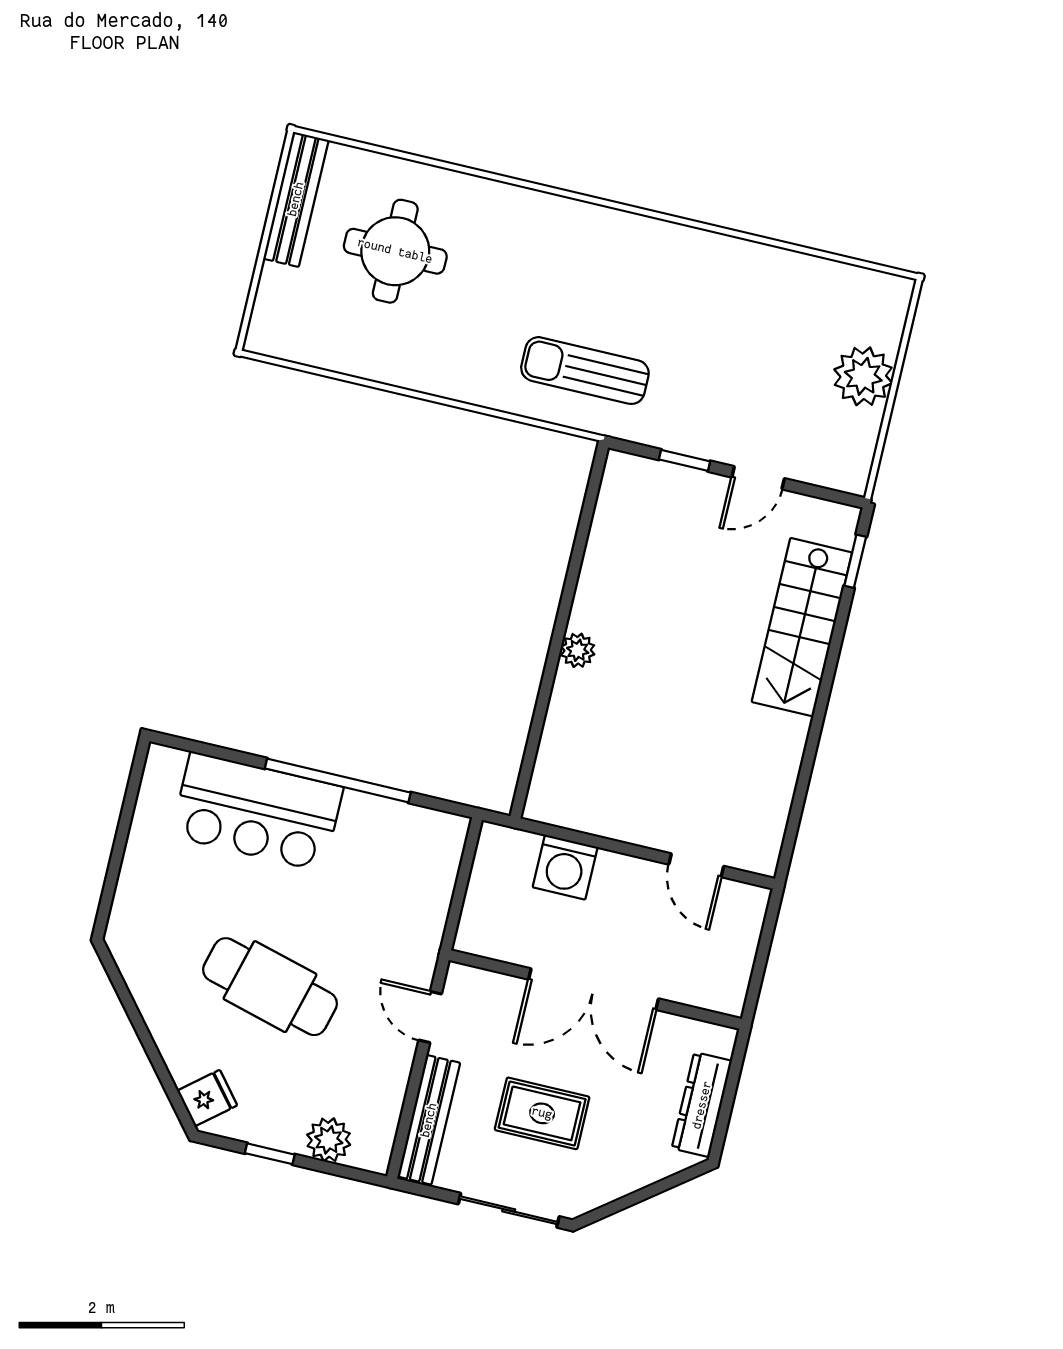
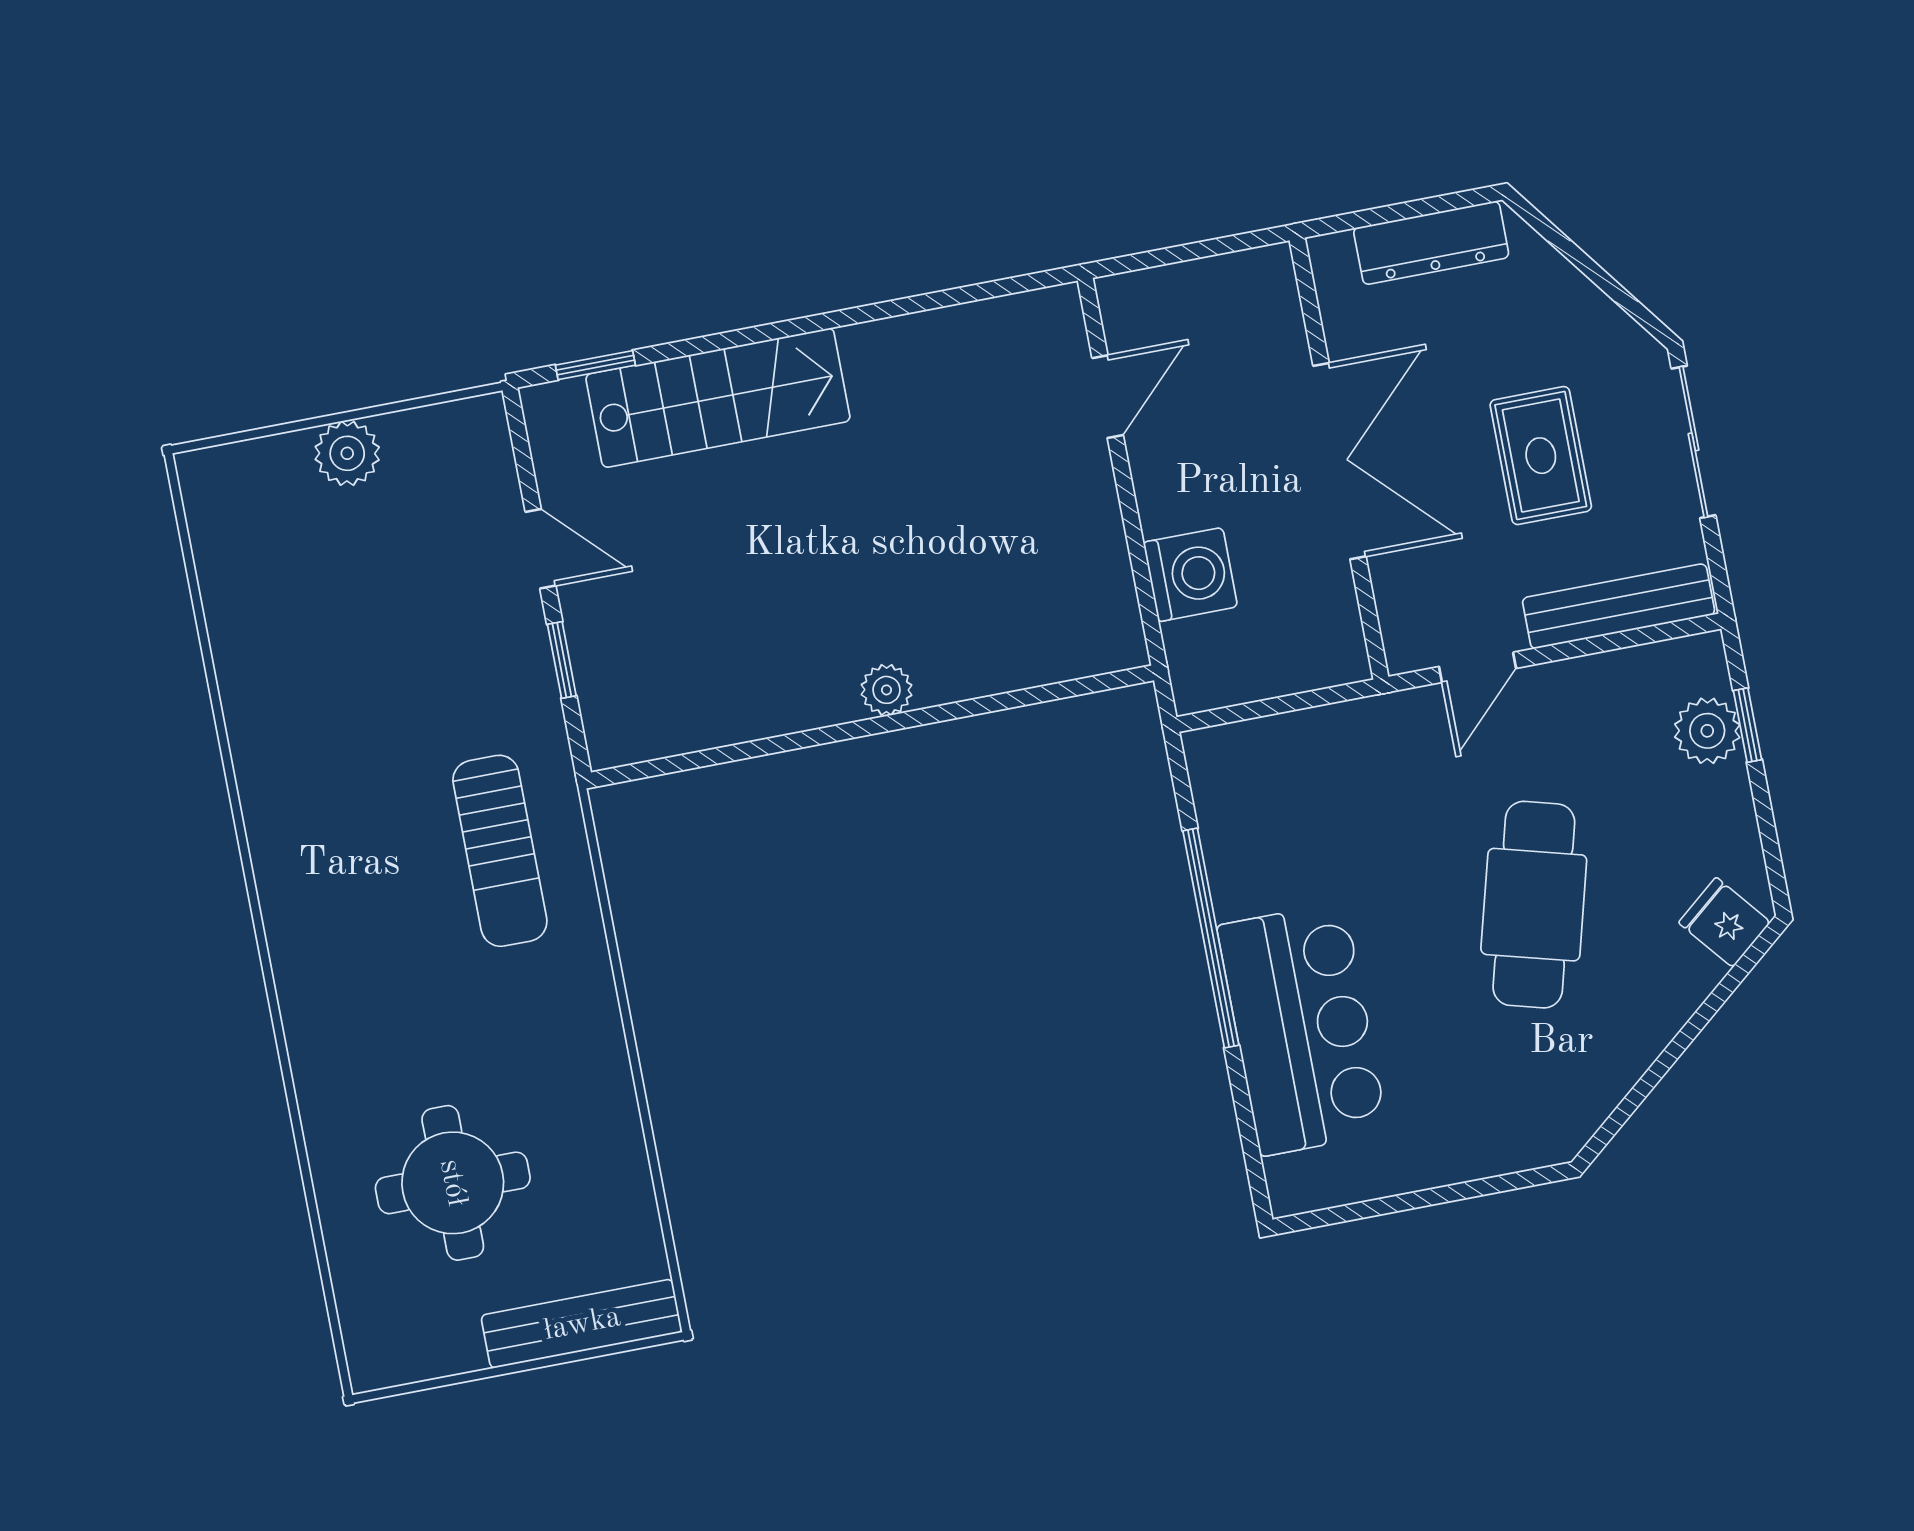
bench: (296, 199) -> (582, 1324), moved
plant: (863, 376) -> (347, 453), width x0.73, depth x0.73
window: (270, 1154) -> (1748, 725), moved

